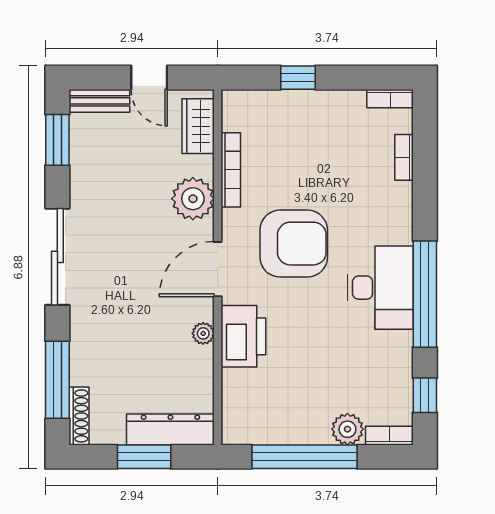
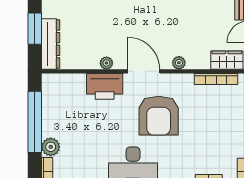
bookcase: (231, 170) -> (216, 79), moved
plant: (193, 199) -> (179, 63), width x0.53, depth x0.53

